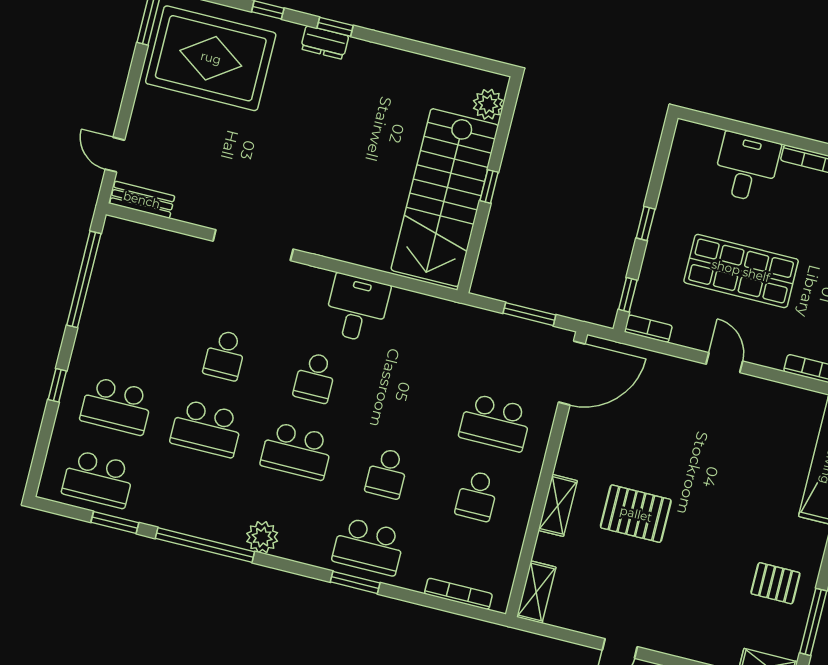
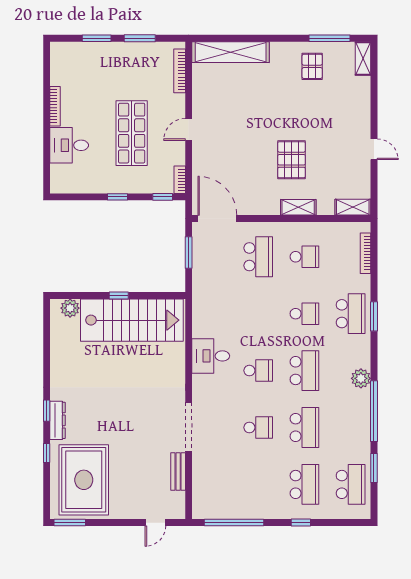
dresser: (325, 42) -> (58, 420), width x1.44
bench: (142, 200) -> (178, 471), moved

